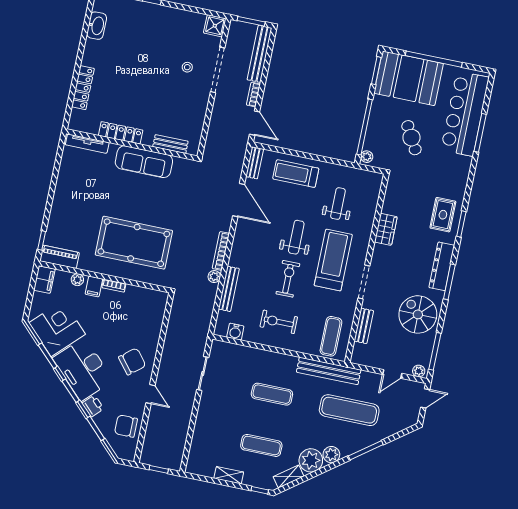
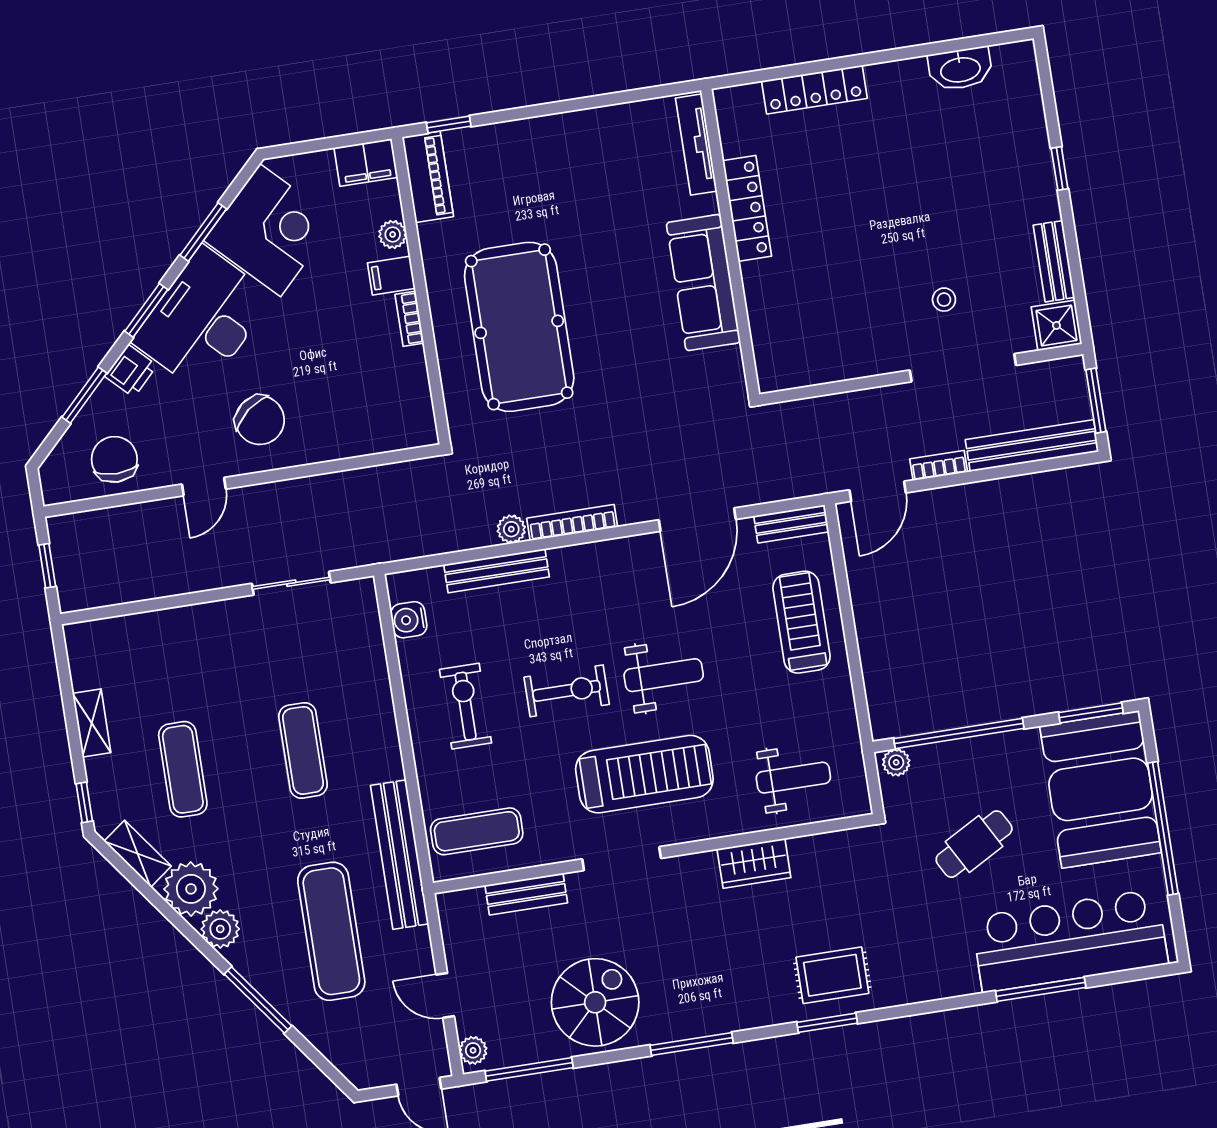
bench: (170, 144) -> (1054, 261), moved
weight bench: (338, 204) -> (793, 778), moved
dresser: (442, 266) -> (719, 1015), removed

